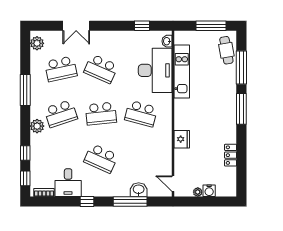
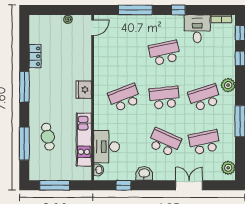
cafe table: (226, 50) -> (48, 137), moved
desk: (155, 70) -> (107, 147), width x0.73, depth x0.77
window: (241, 109) -> (24, 87), moved
school desk: (141, 114) -> (124, 98), turned -36
fridge: (182, 139) -> (84, 90), moved
school desk: (101, 158) -> (164, 53), turned -36
door: (173, 184) -> (93, 28), hinge flipped
washbasin: (139, 190) -> (144, 173), moved, turned 180
water cooler: (209, 191) -> (57, 21), removed

